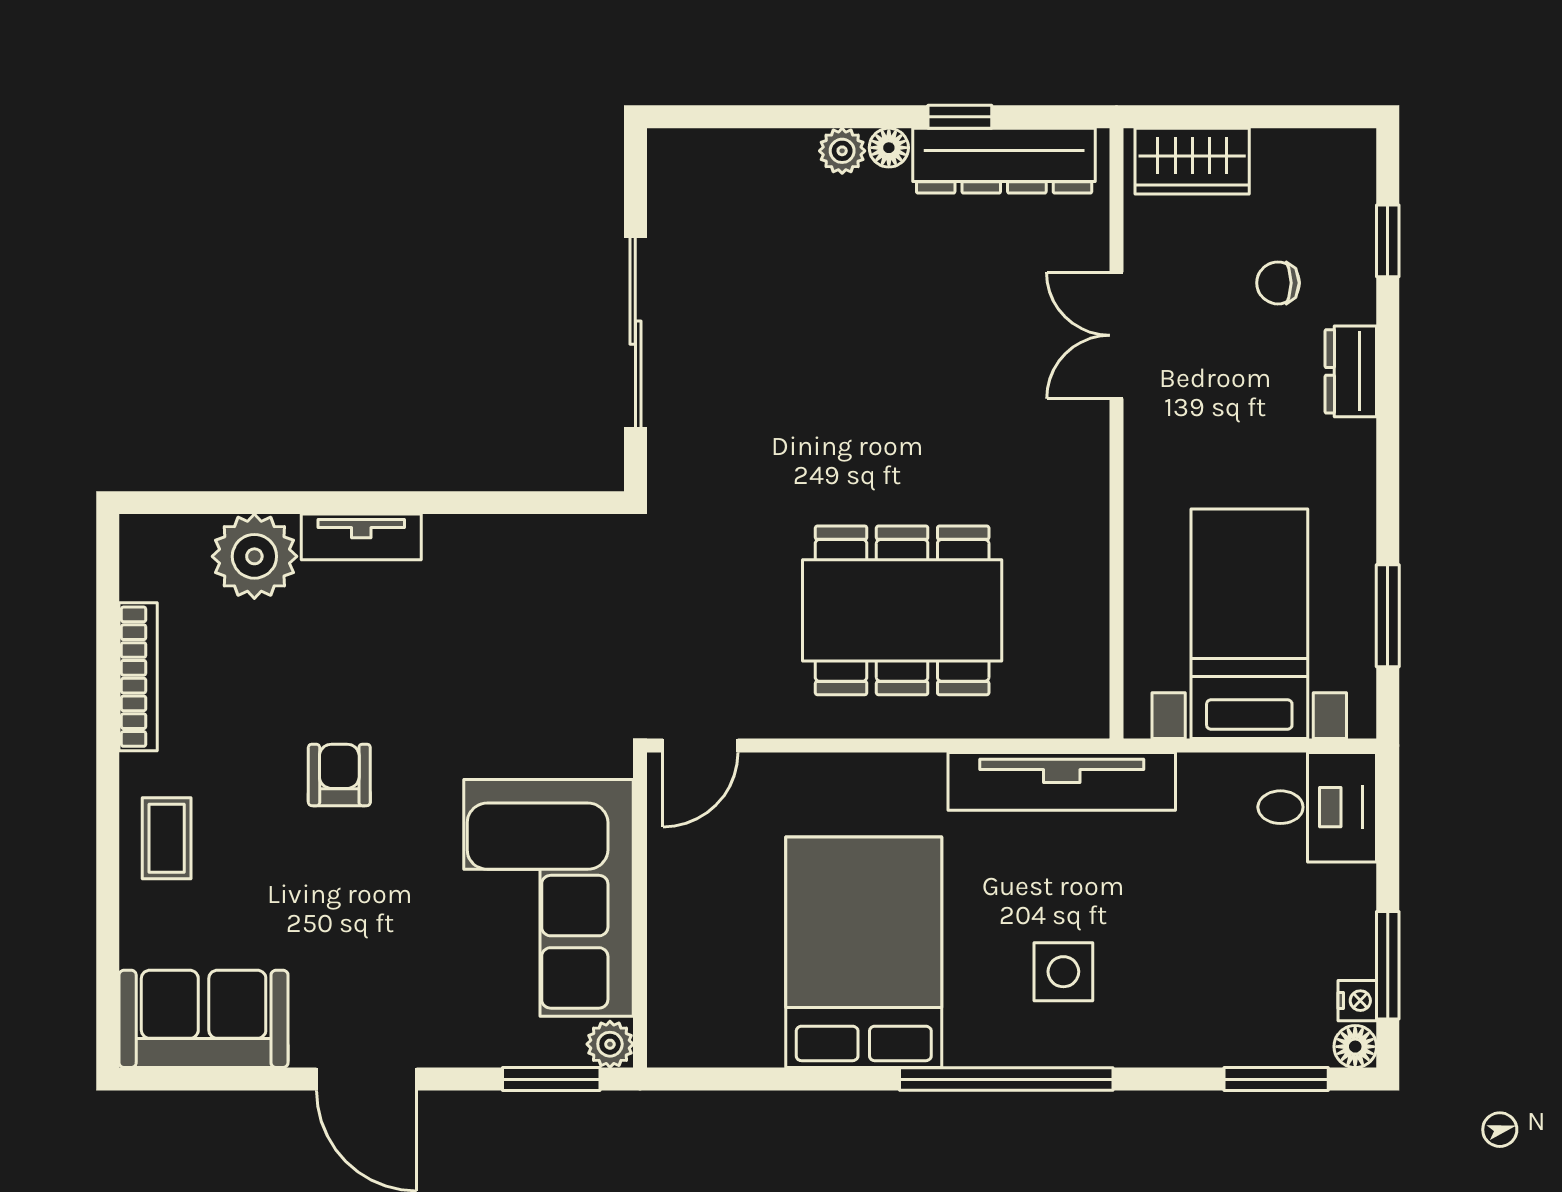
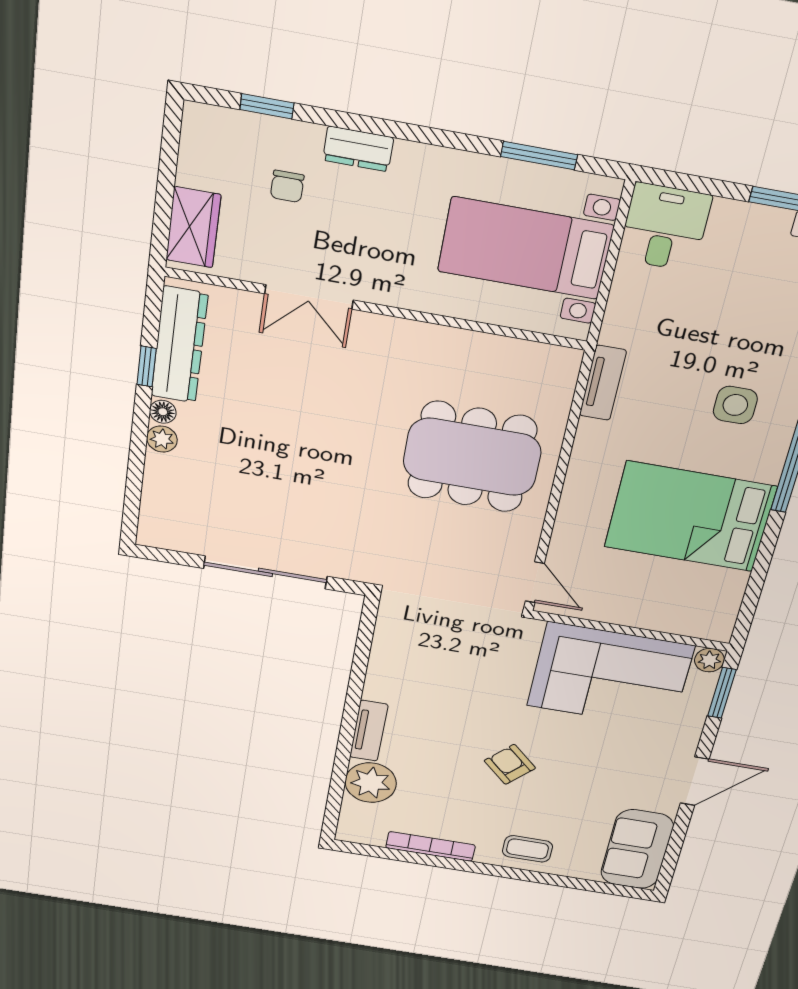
dining table: (902, 610) -> (472, 457), turned 90
armchair: (339, 775) -> (510, 764), turned 44
tv unit: (1062, 781) -> (603, 383), width x0.52, depth x0.78

